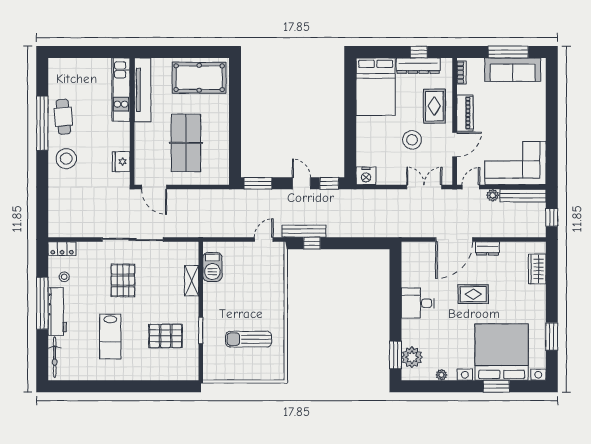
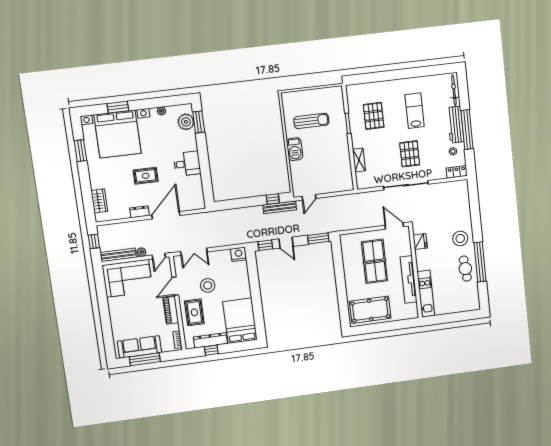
tv unit: (142, 90) -> (409, 279), moved
barbecue: (212, 267) -> (295, 149), moved, turned 180
pallet: (166, 336) -> (374, 116), turned 90

